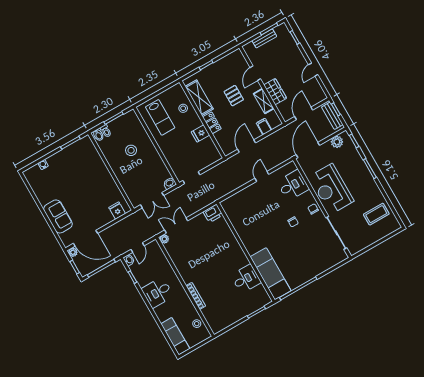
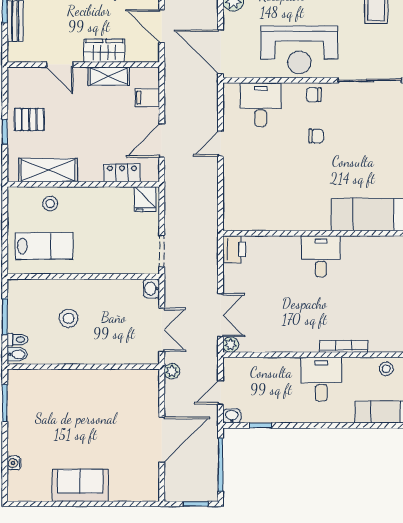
pallet: (234, 96) -> (29, 119), moved
locker: (212, 123) -> (122, 173), moved
fridge: (200, 133) -> (145, 199), moved
door: (247, 146) -> (162, 141), hinge flipped
door: (262, 176) -> (221, 144), hinge flipped
fridge: (117, 211) -> (147, 391), removed
sofa: (58, 216) -> (80, 485), moved
double door: (176, 225) -> (221, 315), swing flipped
door: (85, 238) -> (162, 440), moved
door: (138, 248) -> (221, 392), swing flipped
plant: (73, 252) -> (172, 371), moved
desk: (246, 279) -> (321, 256), moved
desk: (157, 292) -> (321, 379), moved, turned 180

